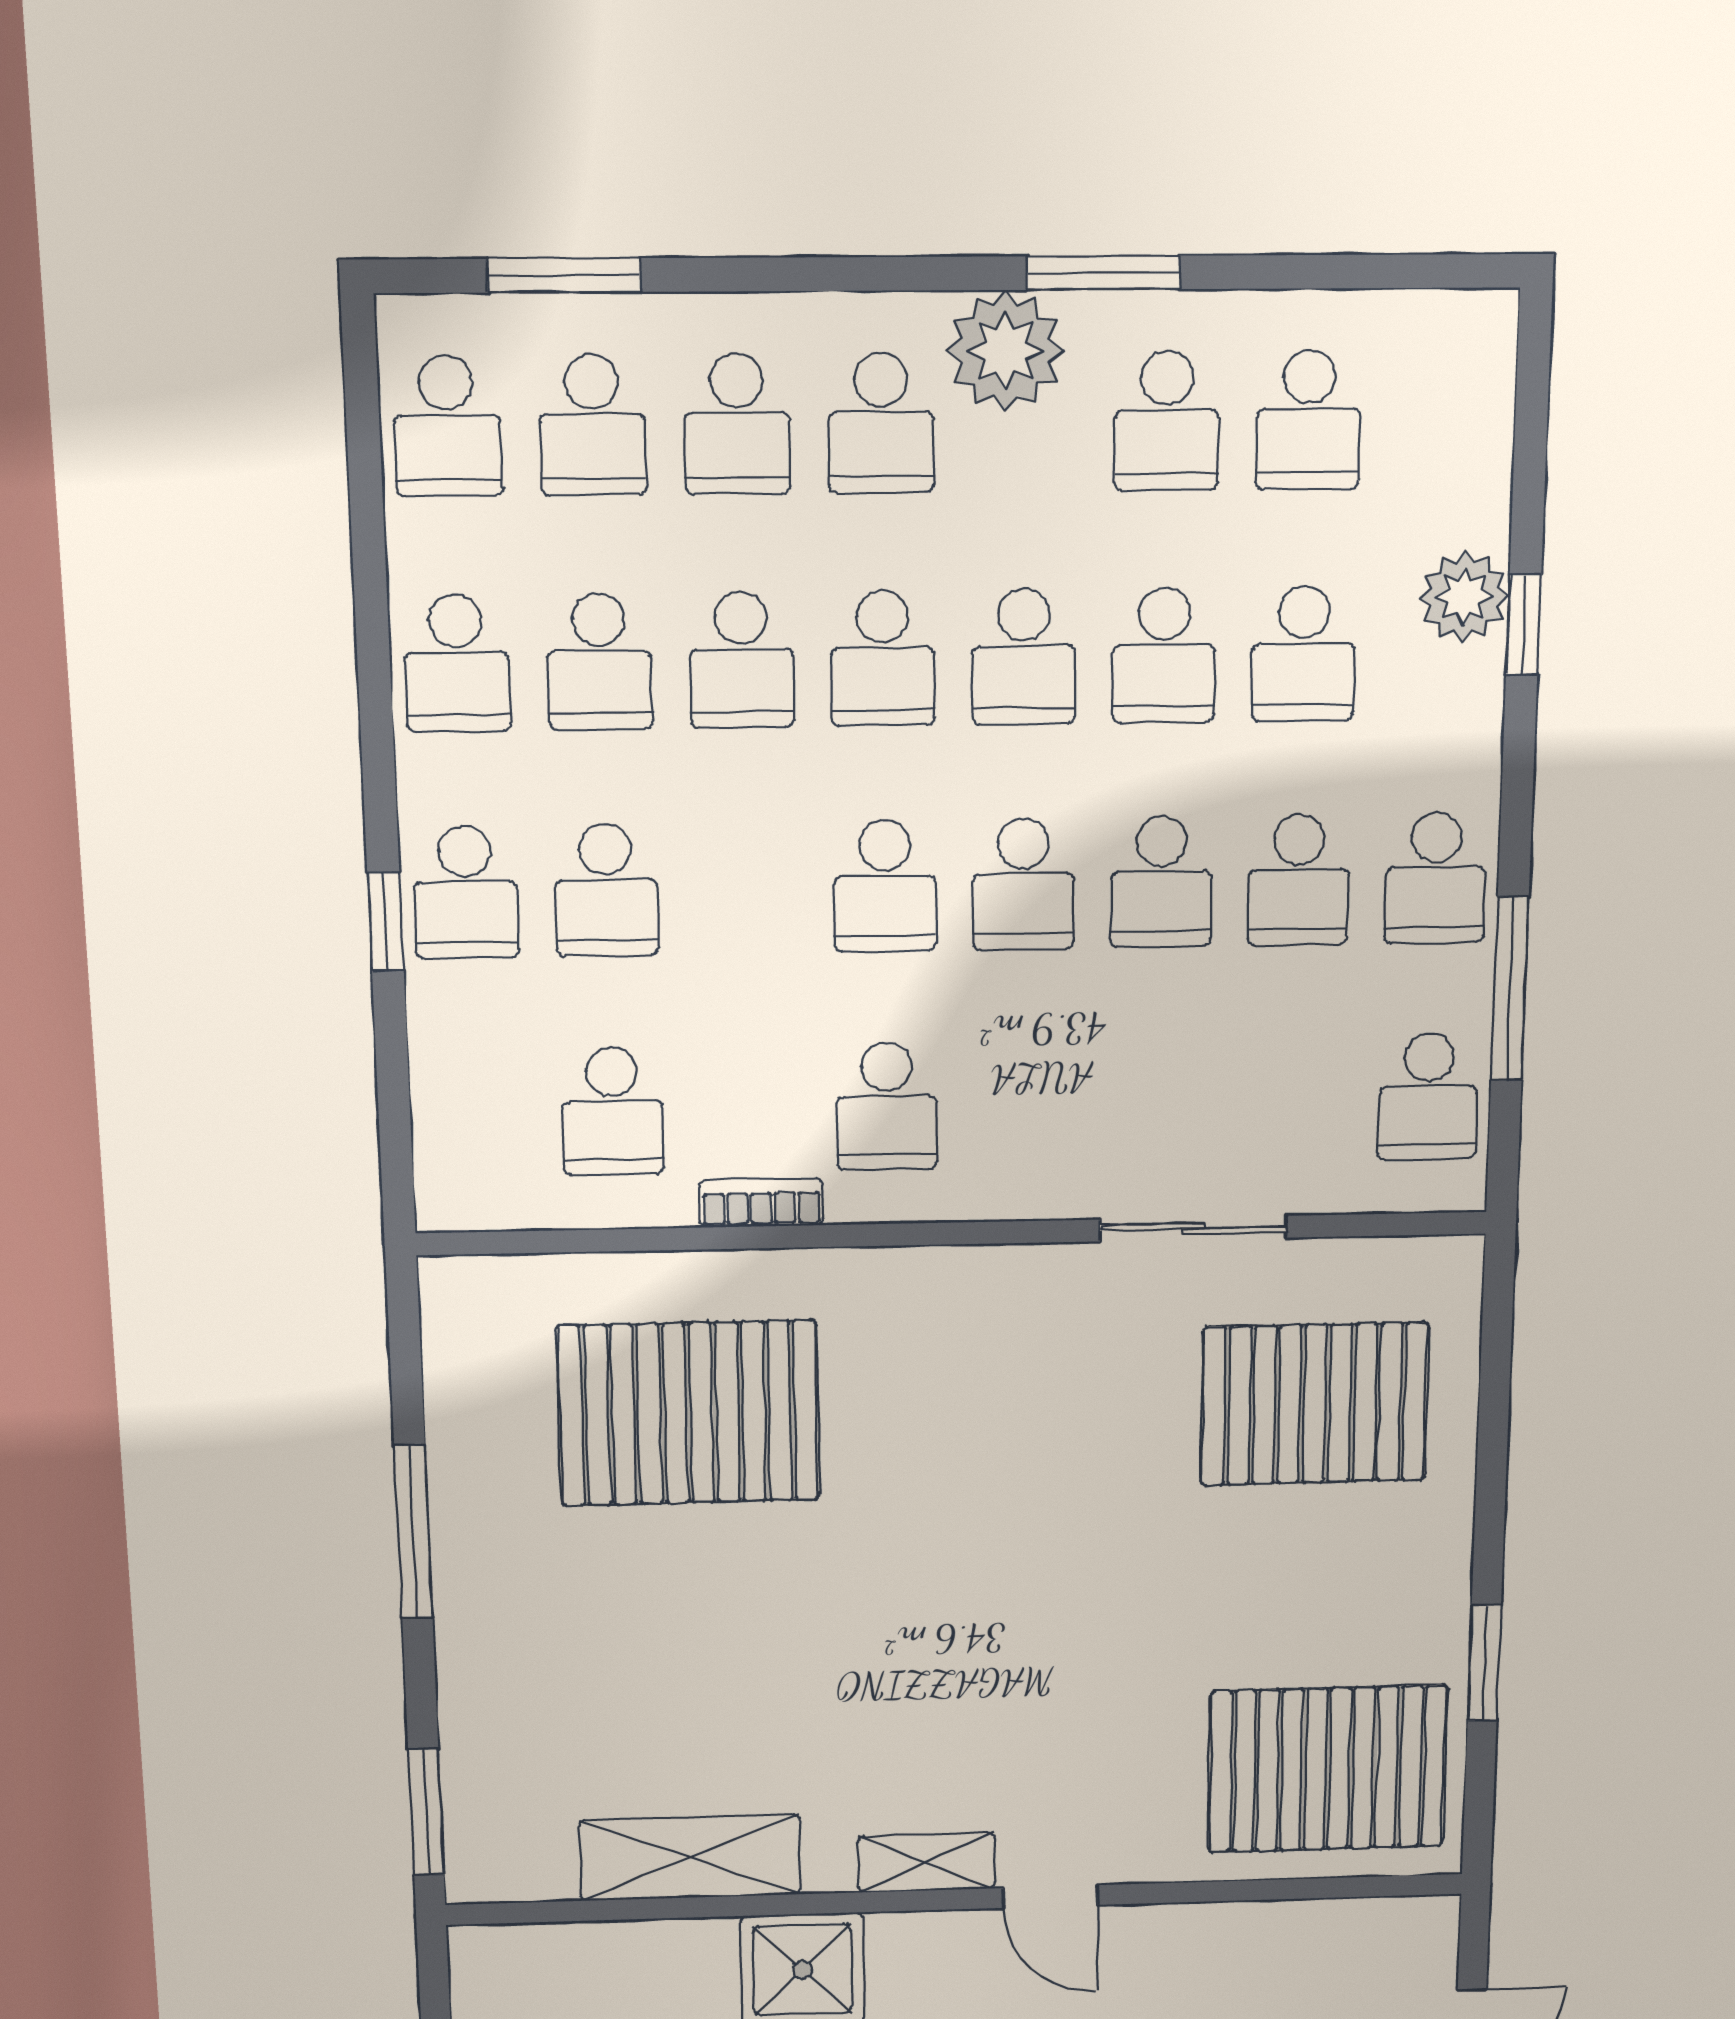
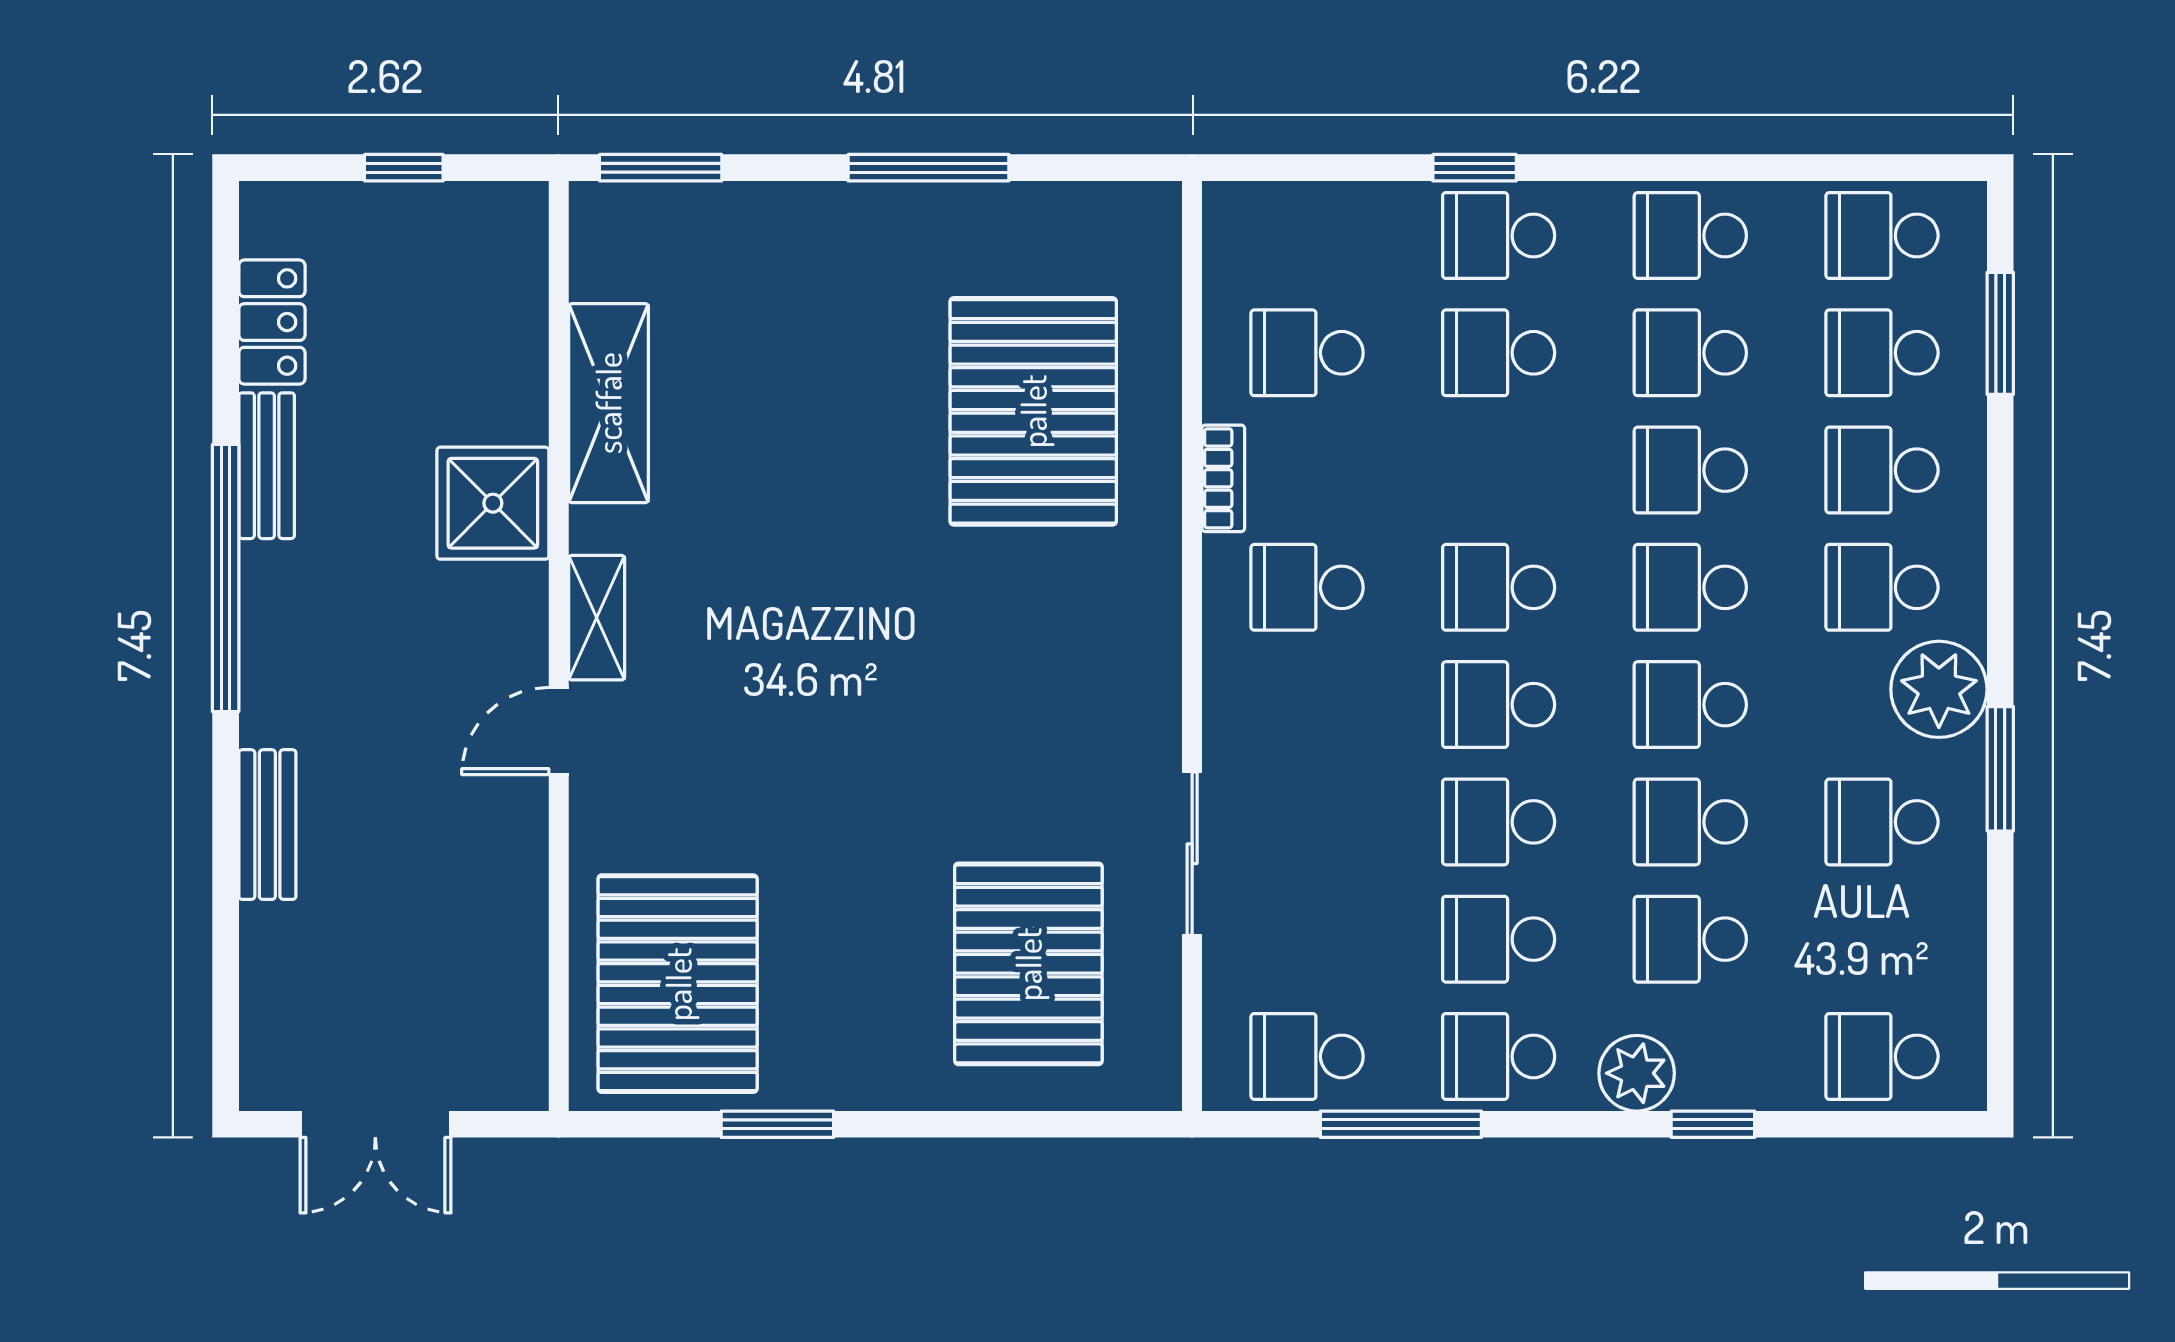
school desk: (1309, 420) -> (1882, 1056), moved
plant: (1464, 597) -> (1637, 1073), moved

